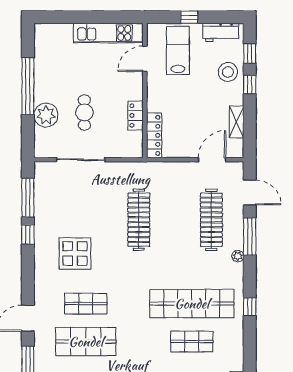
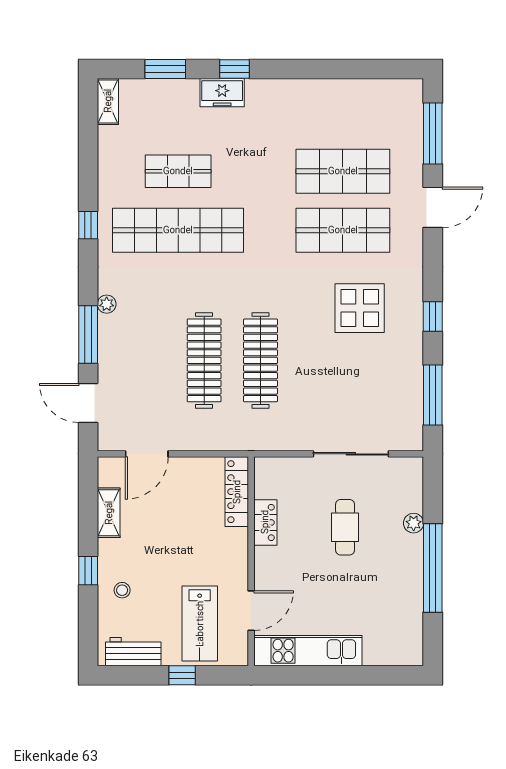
window: (250, 53) -> (88, 619), removed
stool: (228, 72) -> (122, 590), width x0.53, depth x0.53
plant: (46, 115) -> (414, 523), width x0.53, depth x0.53
clothes rail: (211, 220) -> (204, 360), moved
window: (28, 235) -> (433, 316), moved
shop shelf: (86, 304) -> (343, 230), width x1.43, depth x1.36

